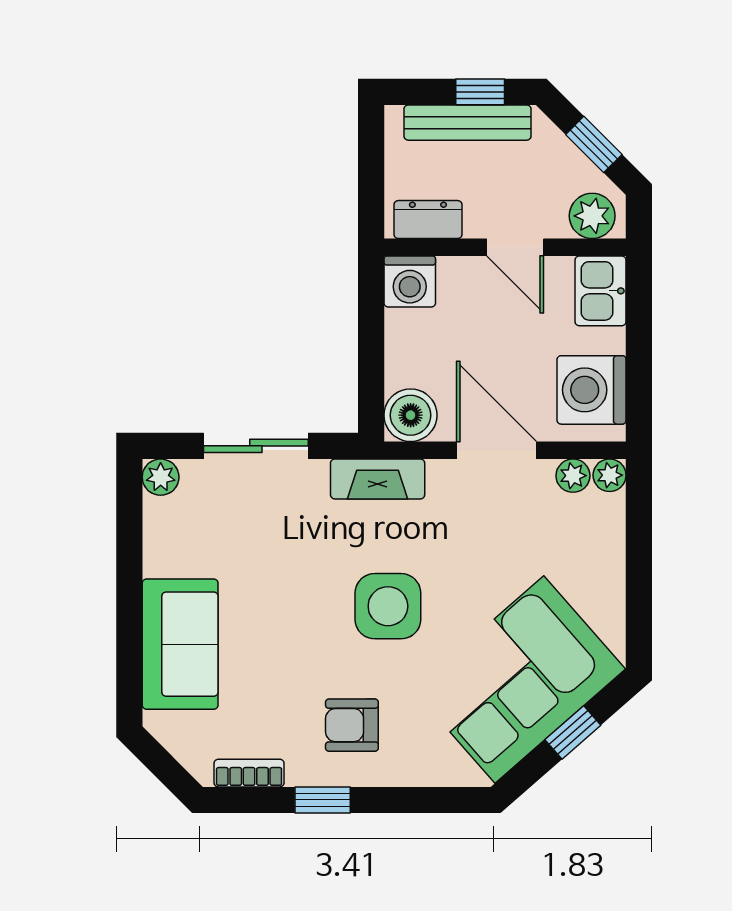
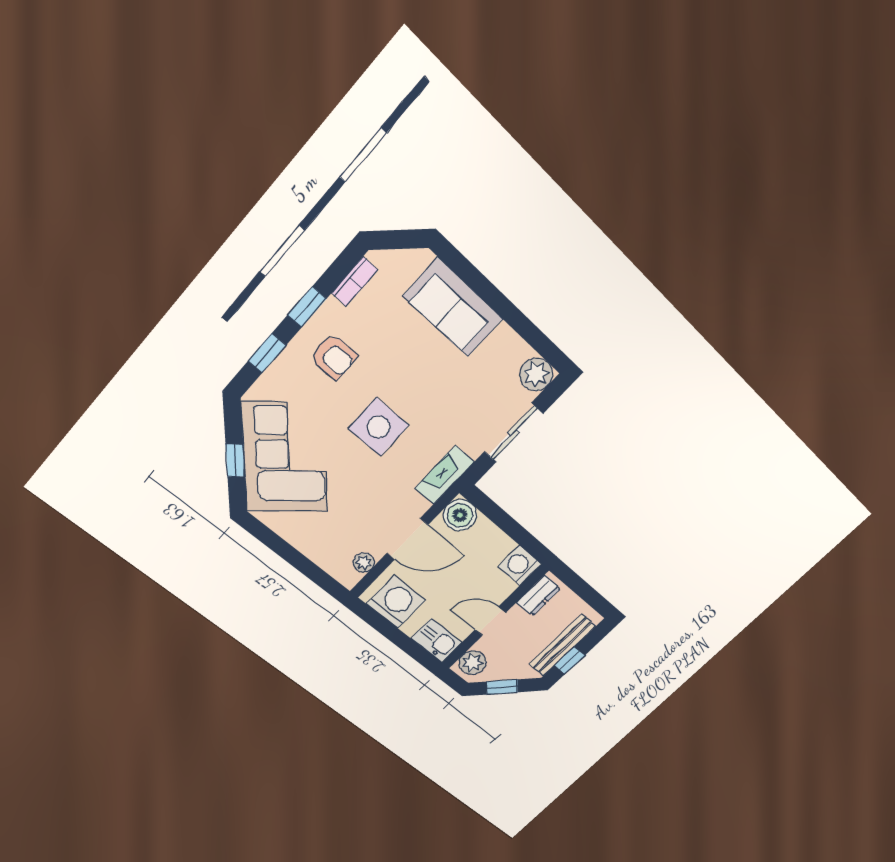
plant: (610, 475) -> (349, 578), removed
plant: (161, 477) -> (536, 374), width x1.38, depth x1.38
armchair: (352, 725) -> (334, 357), turned 90
window: (413, 800) -> (267, 353), added

